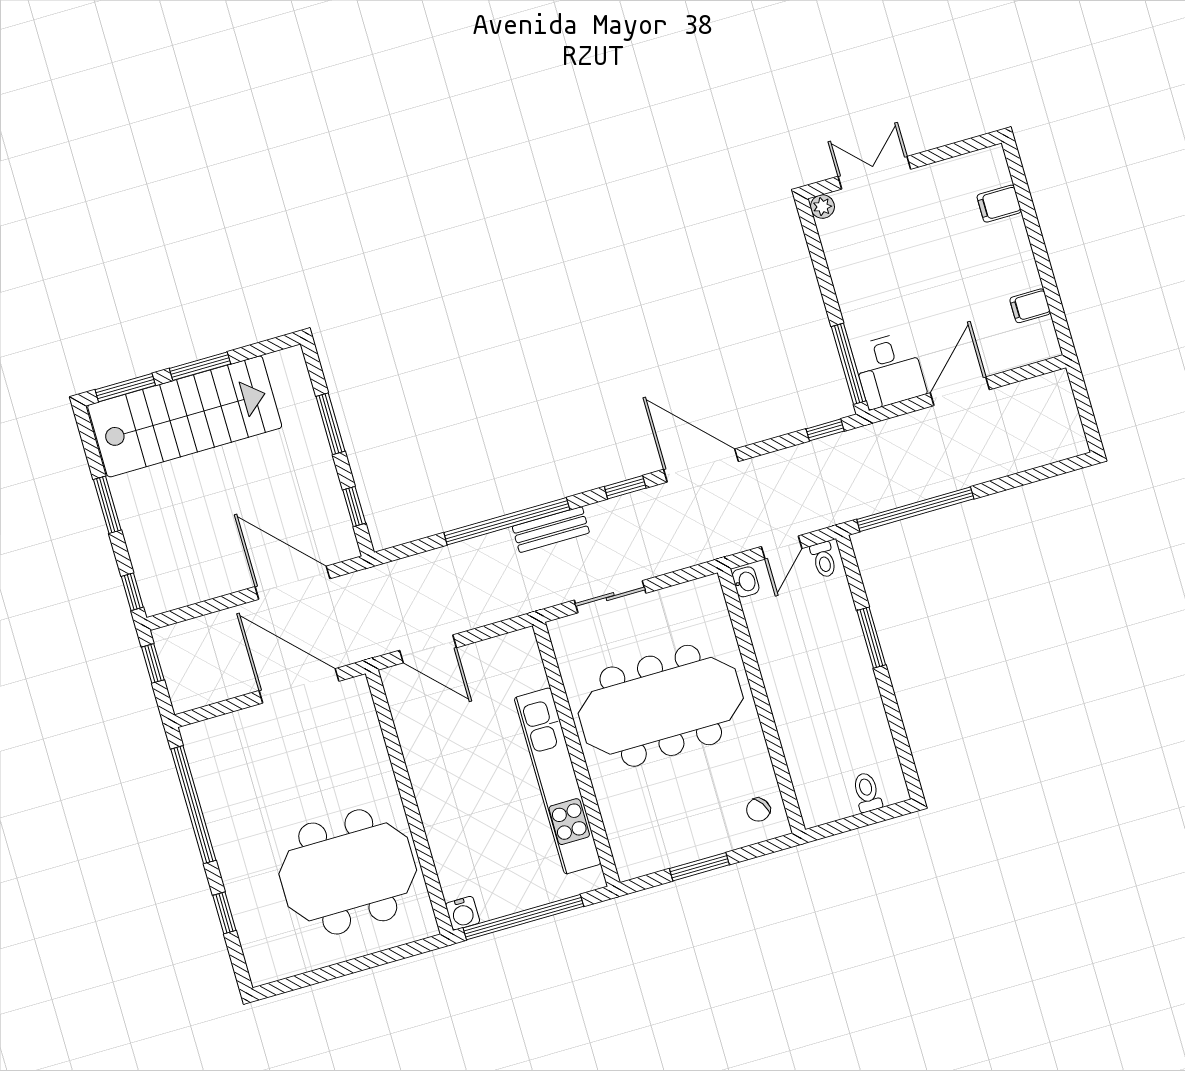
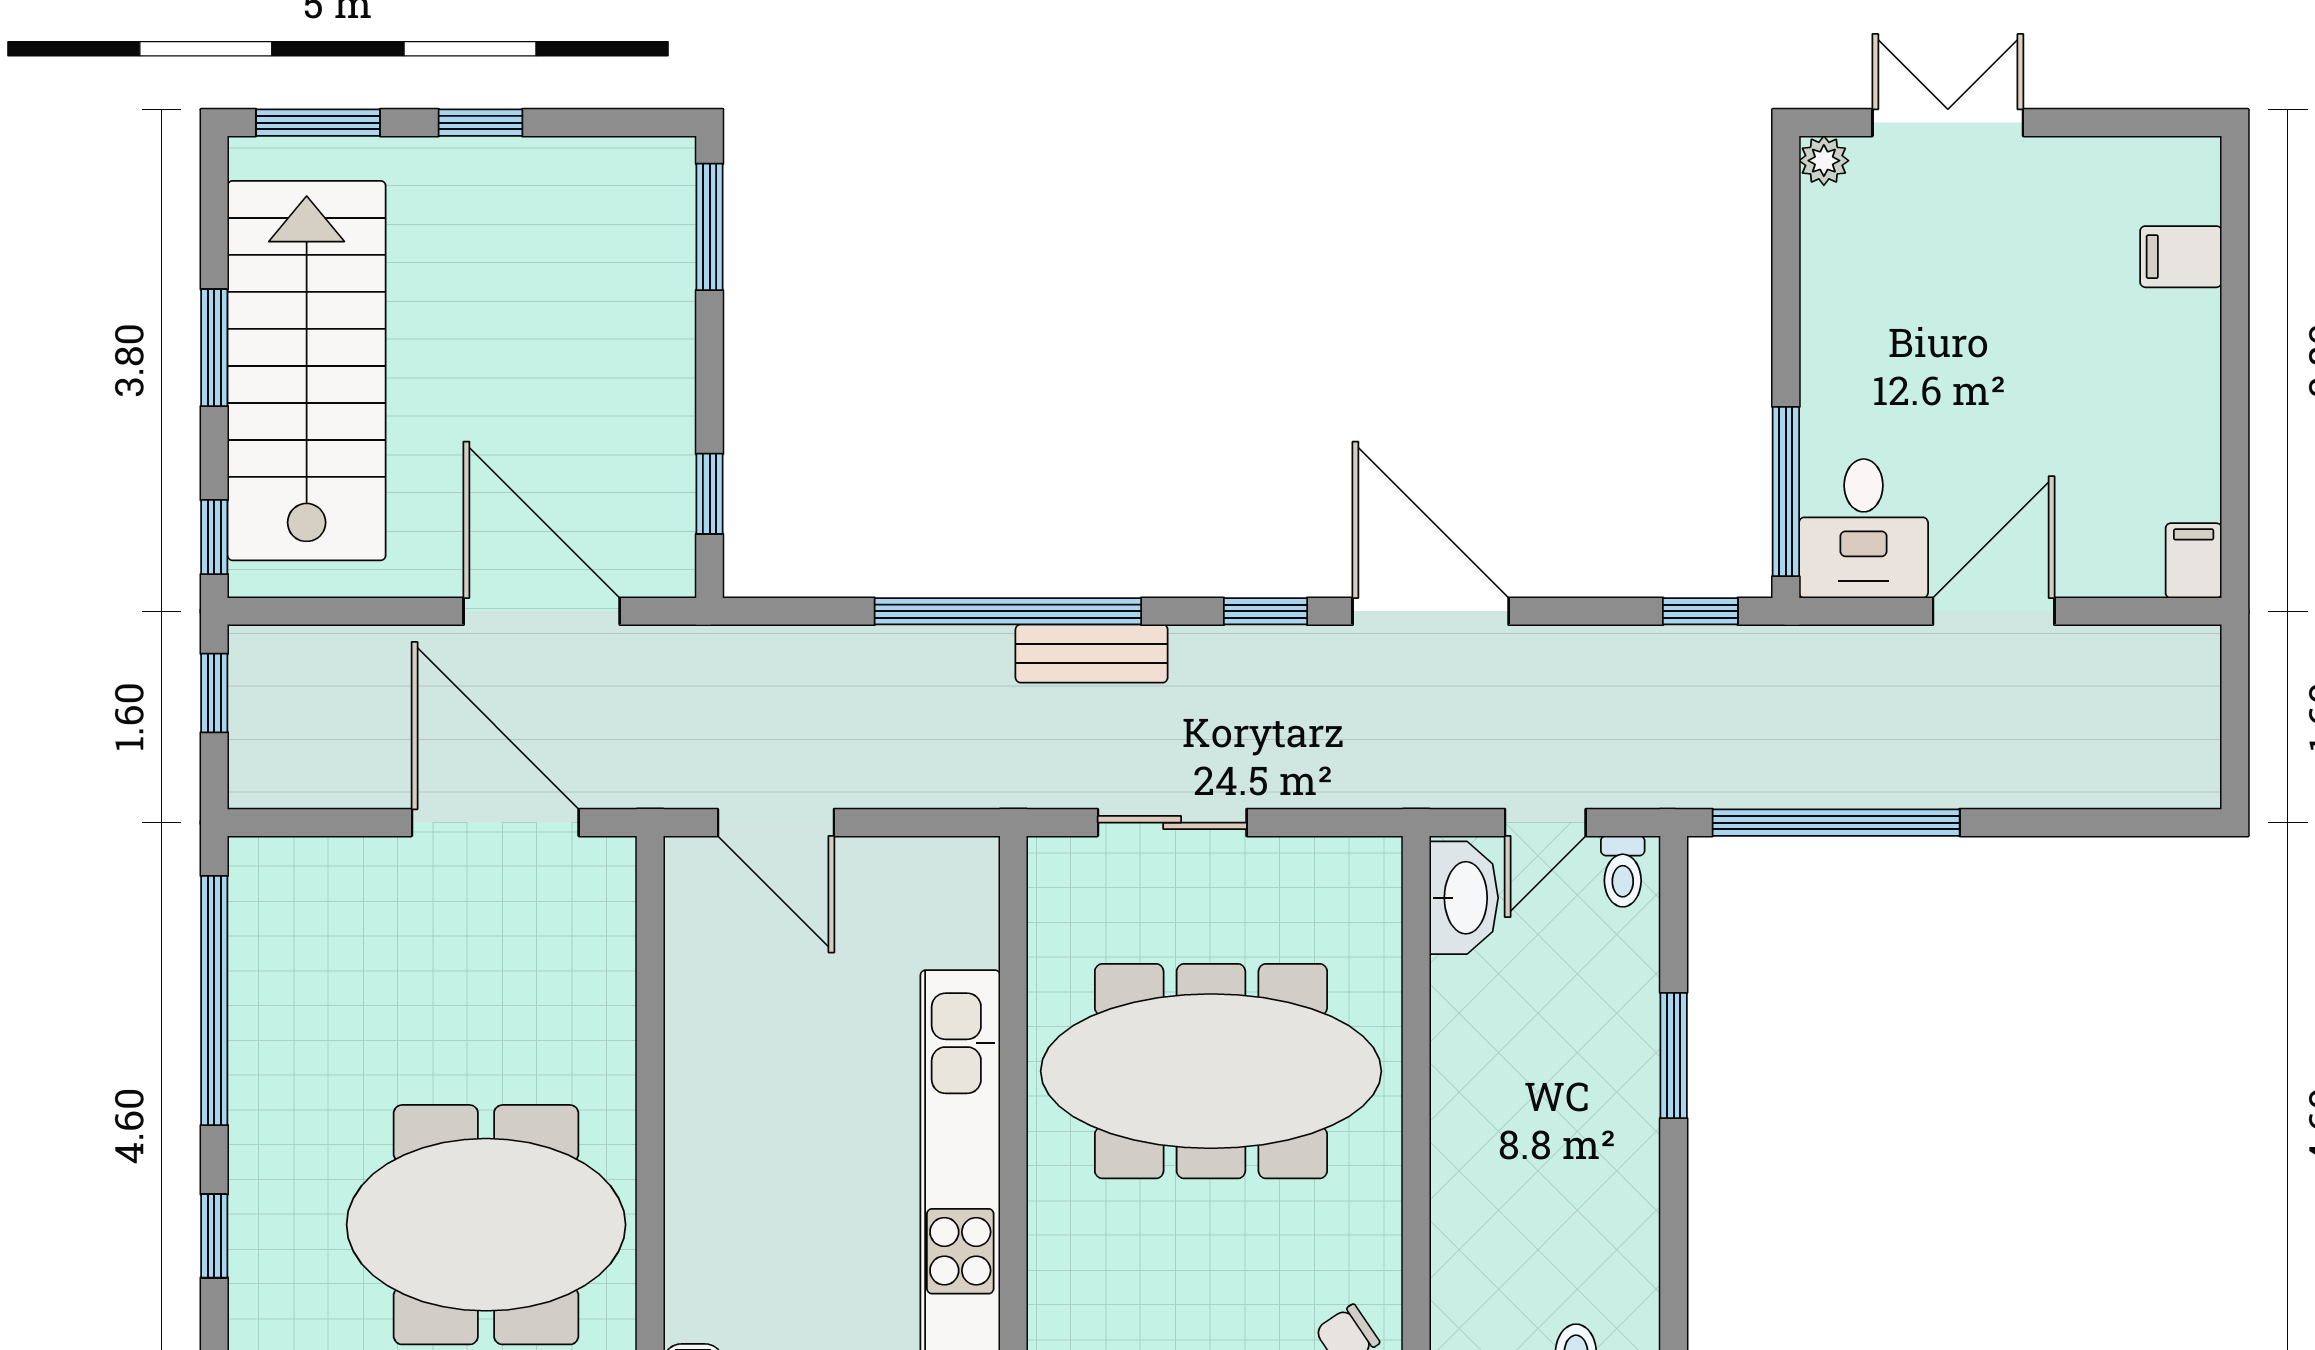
filing cabinet: (1030, 306) -> (2194, 561), moved, turned 90
window: (200, 366) -> (481, 123), width x0.67
stairs: (185, 416) -> (307, 371), moved, turned -90
window: (330, 424) -> (710, 227), moved
washbasin: (746, 582) -> (1464, 898), width x1.91, depth x1.45

